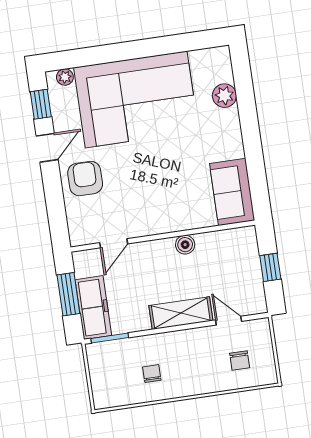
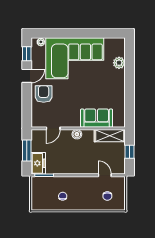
sofa: (232, 192) -> (97, 118), moved, turned 90
boiler: (185, 245) -> (77, 134), moved
freezer: (93, 308) -> (38, 163), width x0.71
shelving: (181, 313) -> (110, 136), moved

